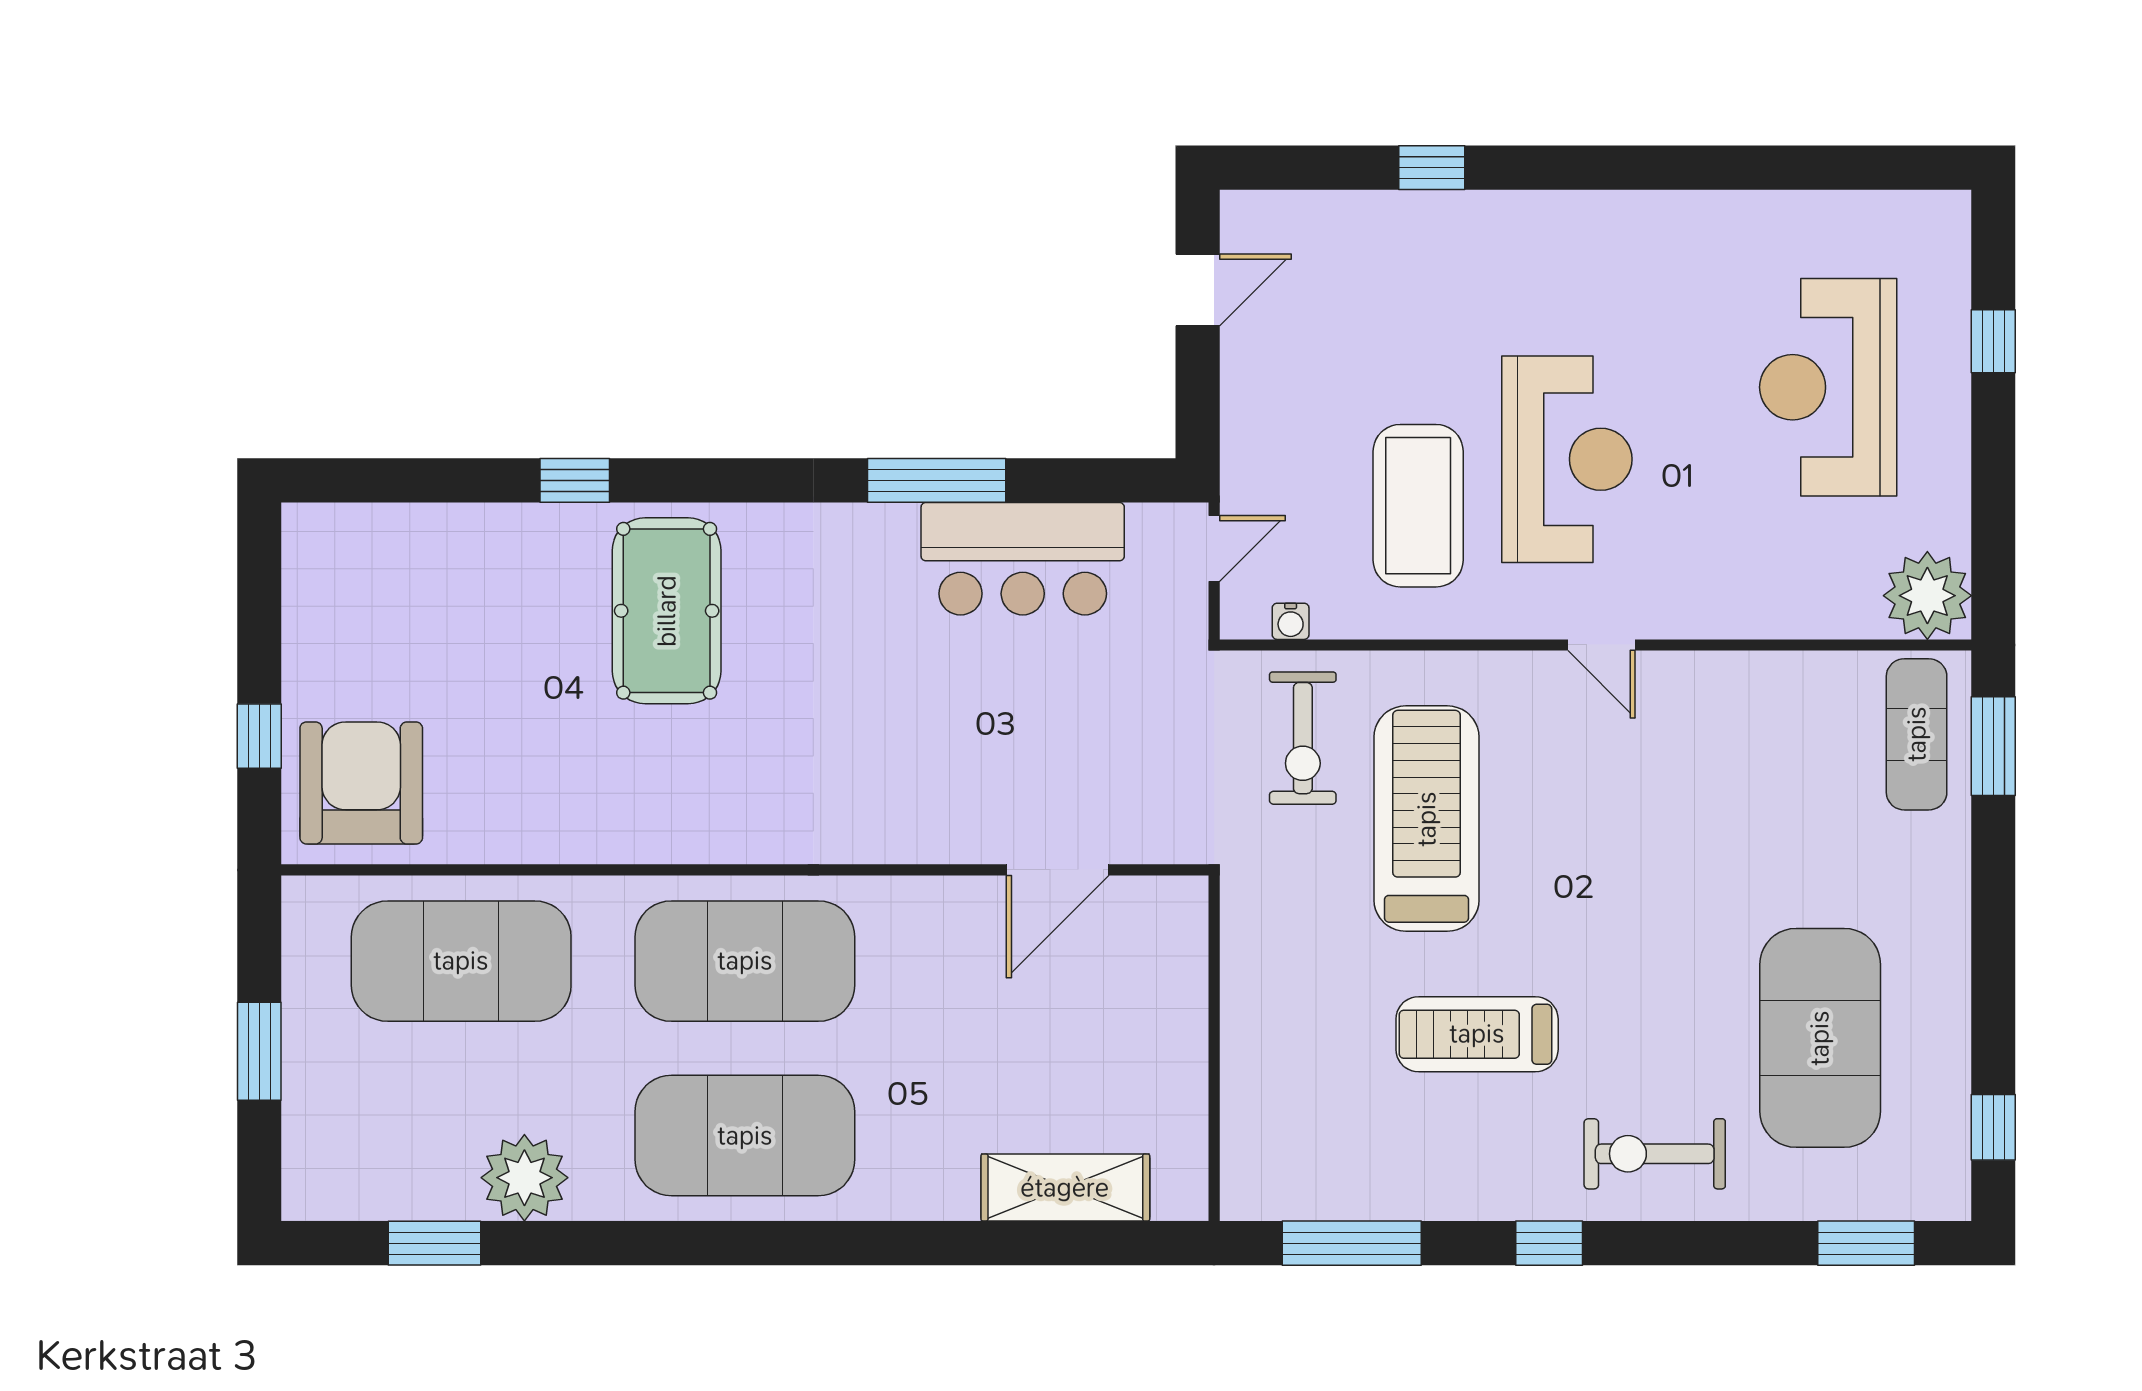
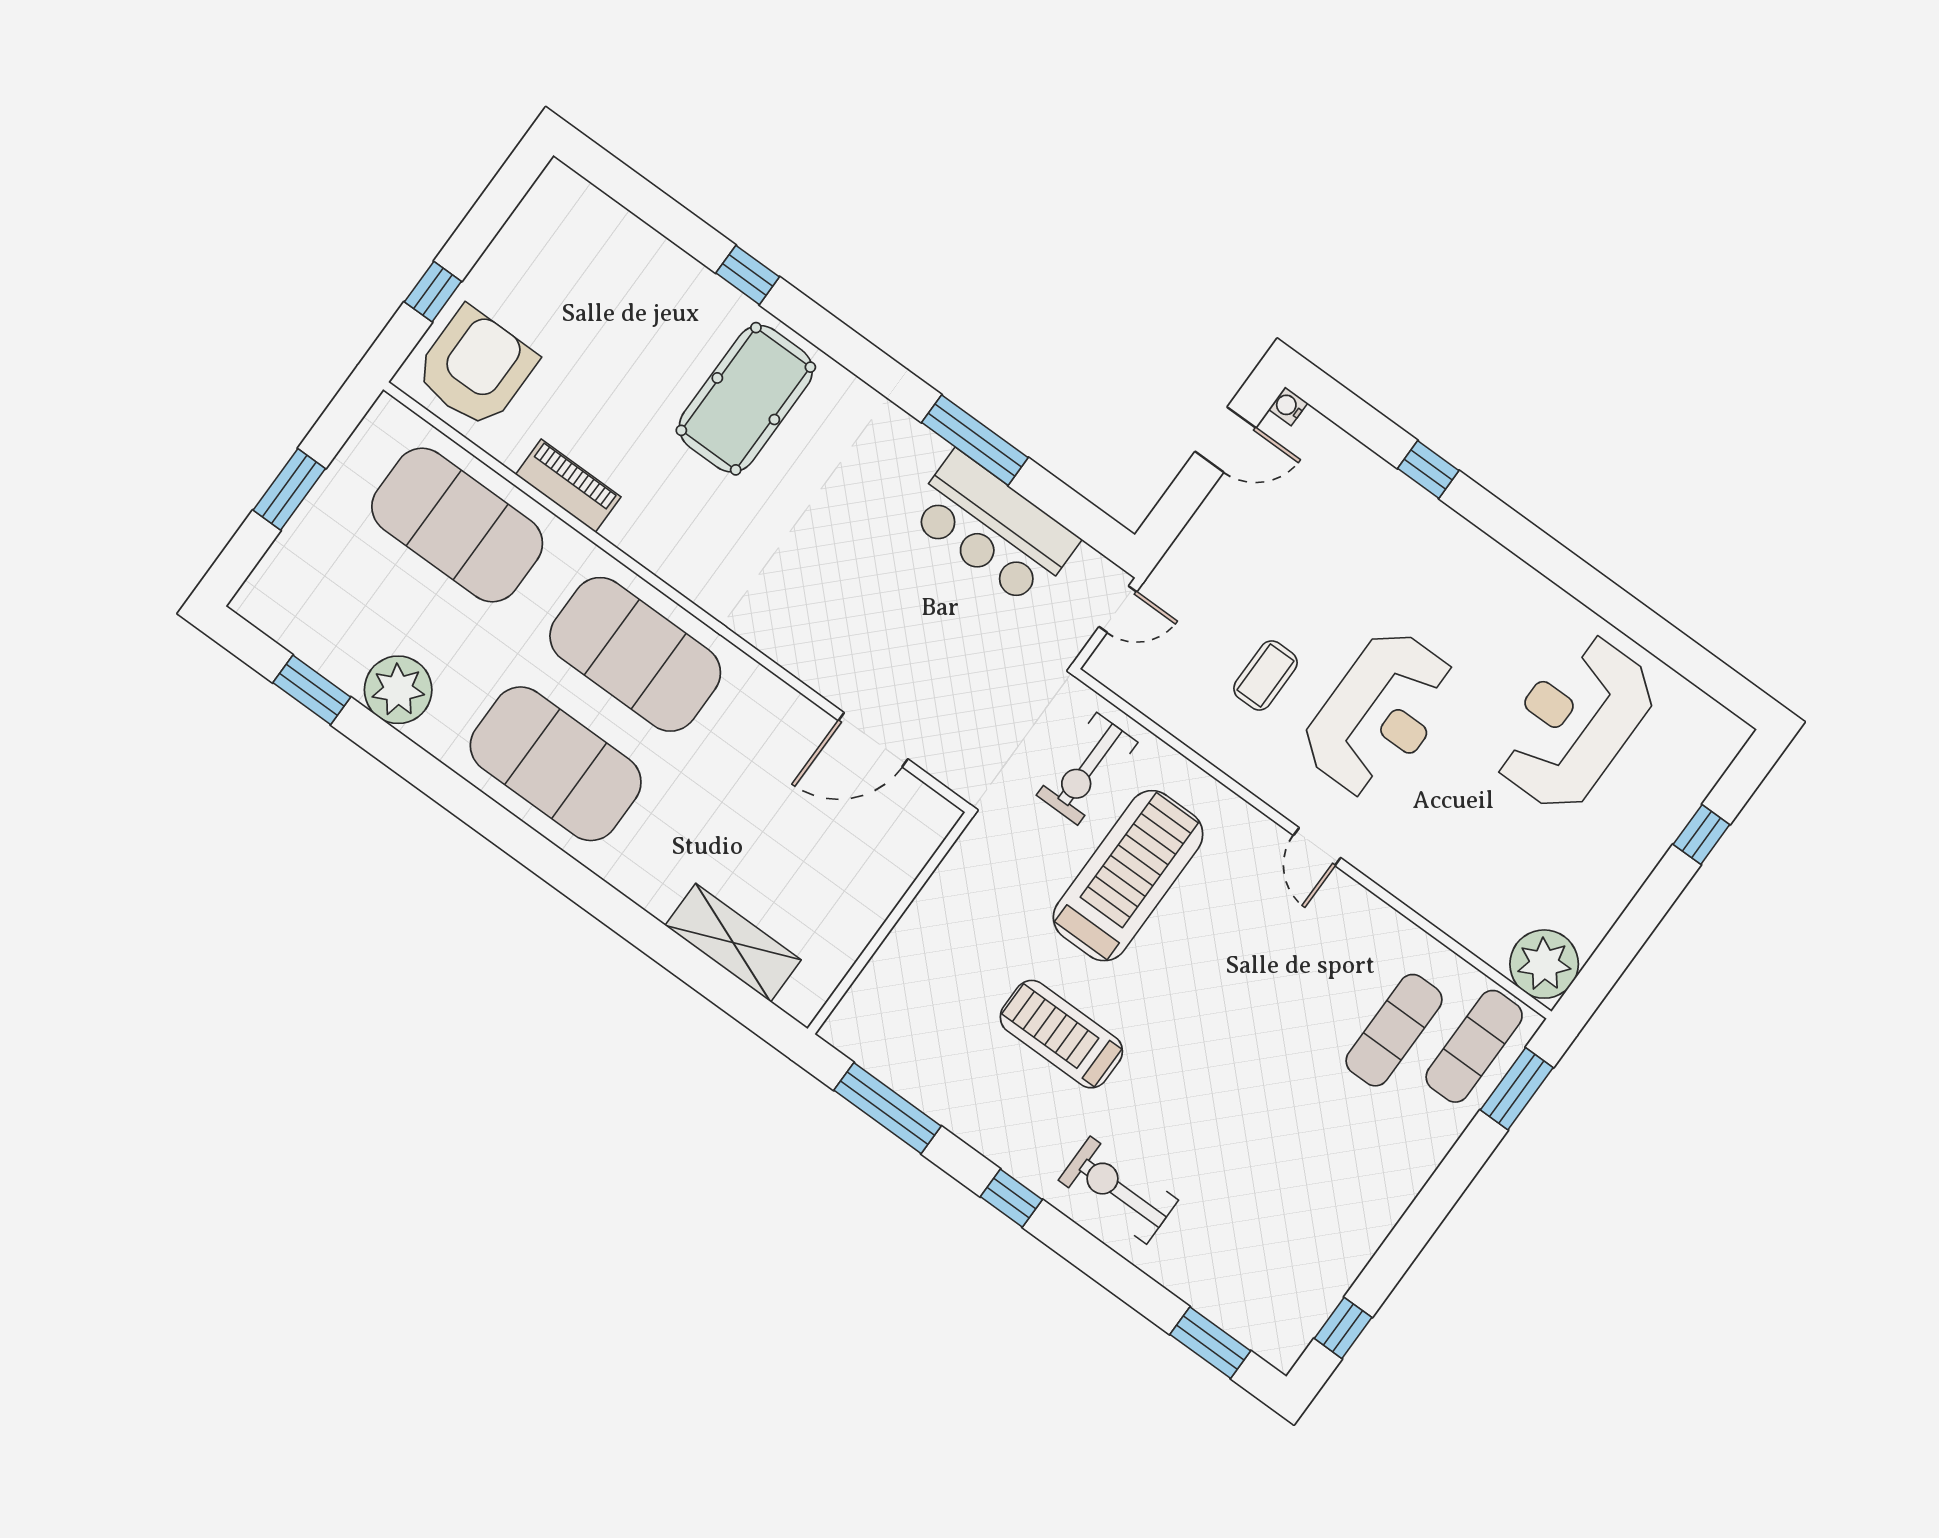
reception desk: (1828, 387) -> (1574, 723), moved
coffee table: (1418, 506) -> (1265, 675), width x0.54, depth x0.58
water cooler: (1291, 621) -> (1288, 406), moved, turned 90
piano: (547, 836) -> (568, 486), added
exercise mat: (1820, 1038) -> (1394, 1030), moved, width x0.50, depth x0.69

